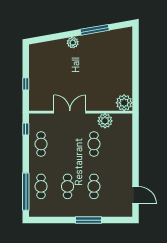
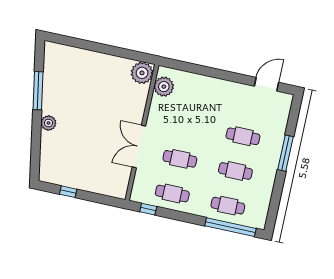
window: (26, 84) -> (68, 192), moved
plant: (105, 121) -> (164, 87), moved
cafe table: (94, 144) -> (180, 159), moved

